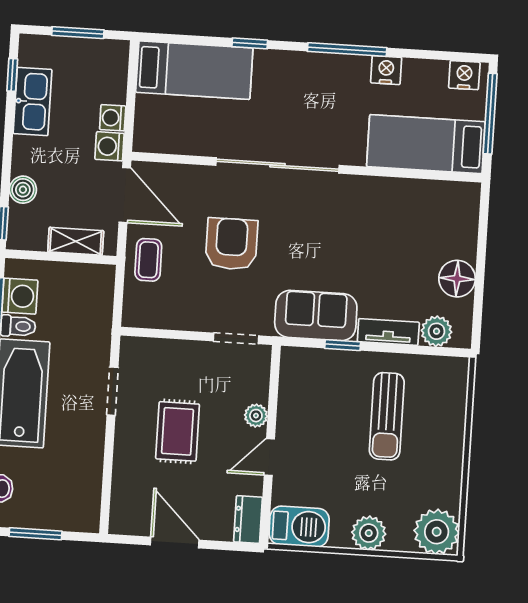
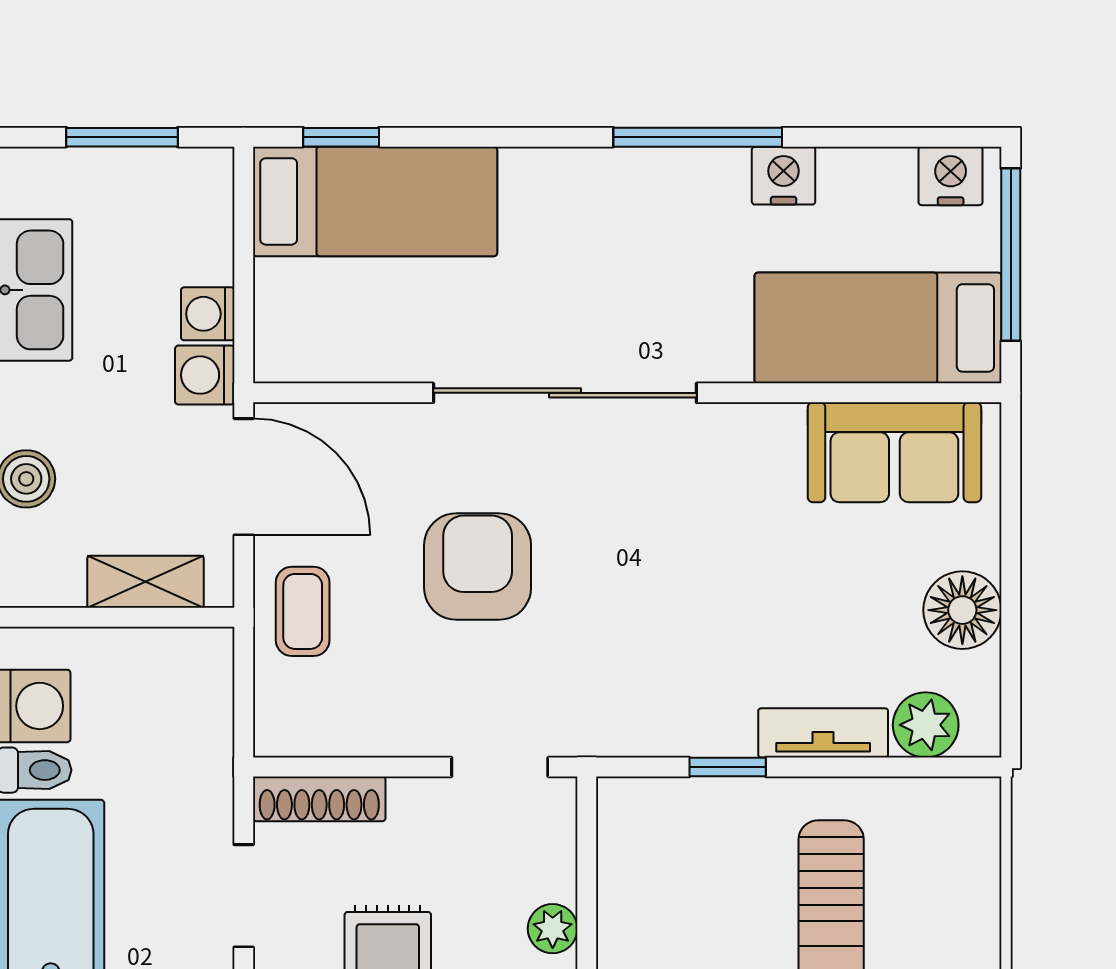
window: (250, 43) -> (341, 137), moved
sofa: (316, 316) -> (894, 452), moved, turned 180
shoe rack: (151, 348) -> (319, 799), added

